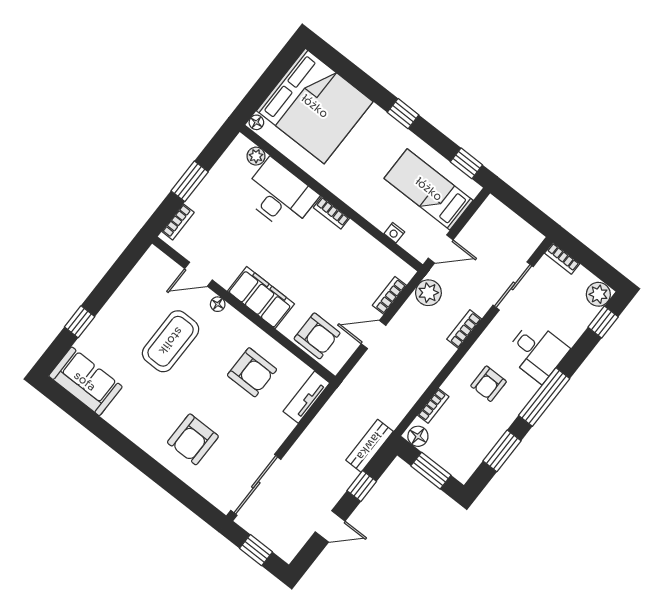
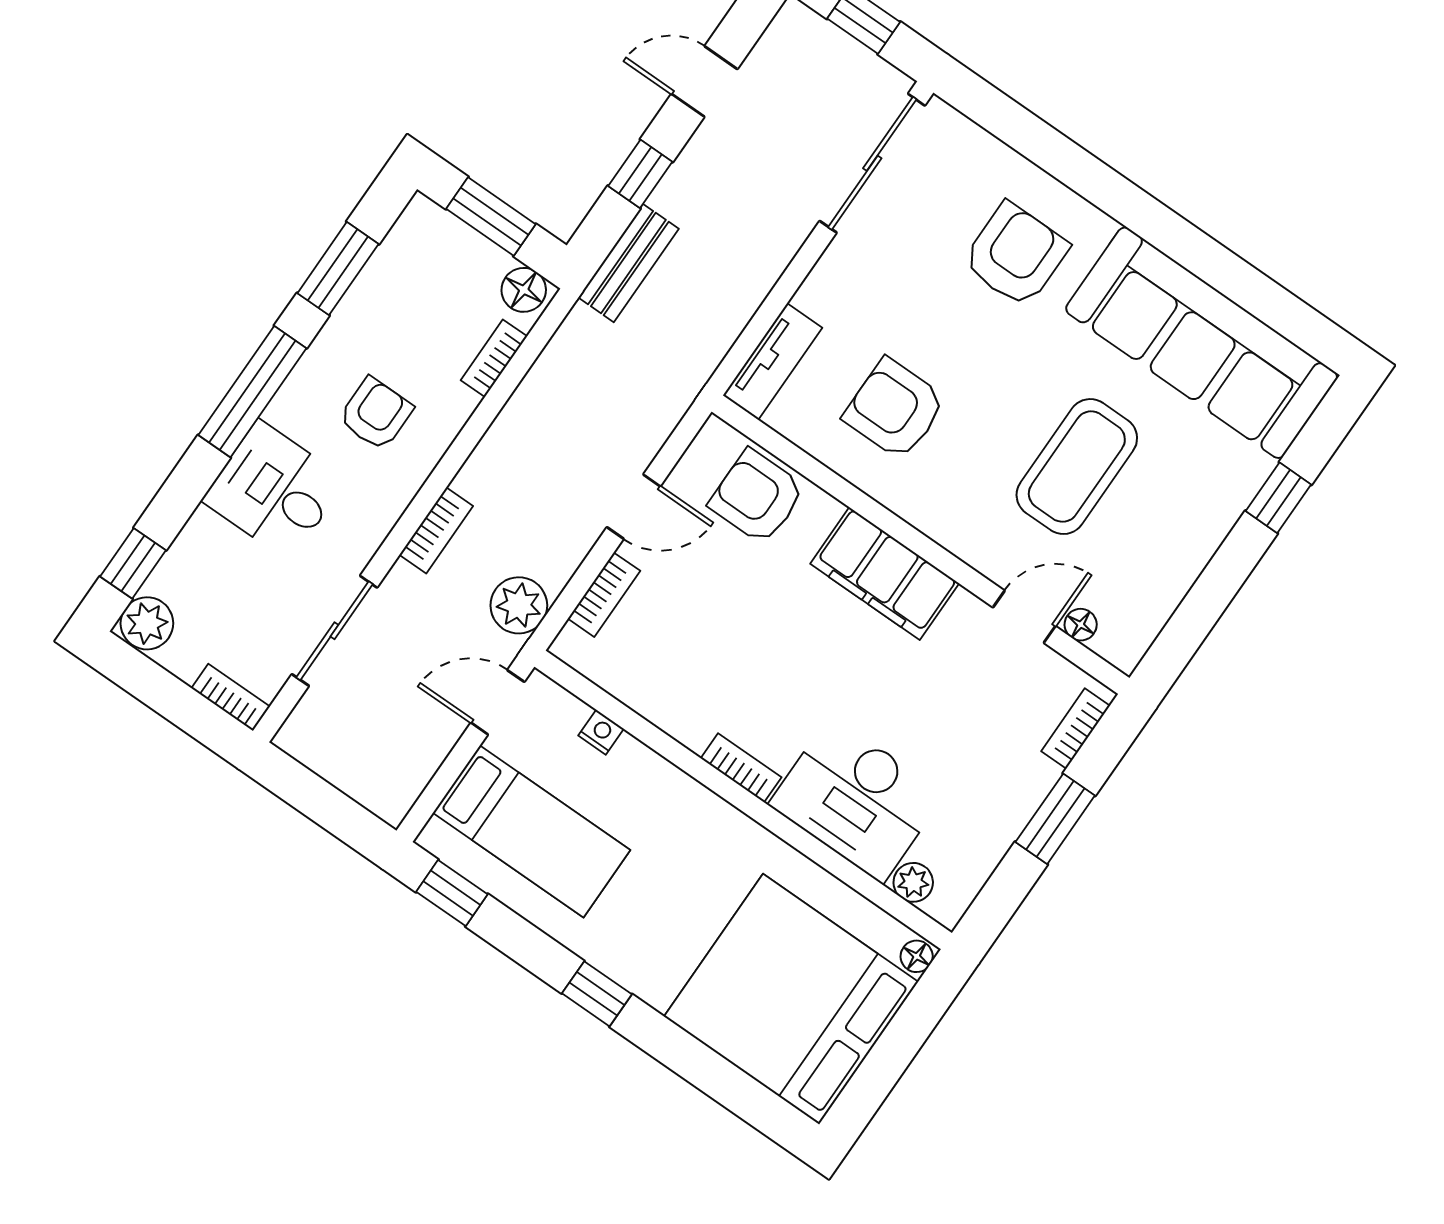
floor lamp: (218, 304) -> (1081, 625), moved
sofa: (85, 381) -> (1202, 343), width x1.85, depth x1.27

